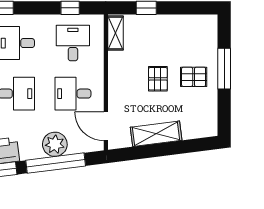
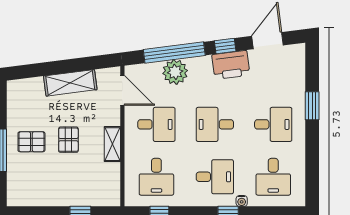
shelving: (115, 33) -> (112, 144), moved

